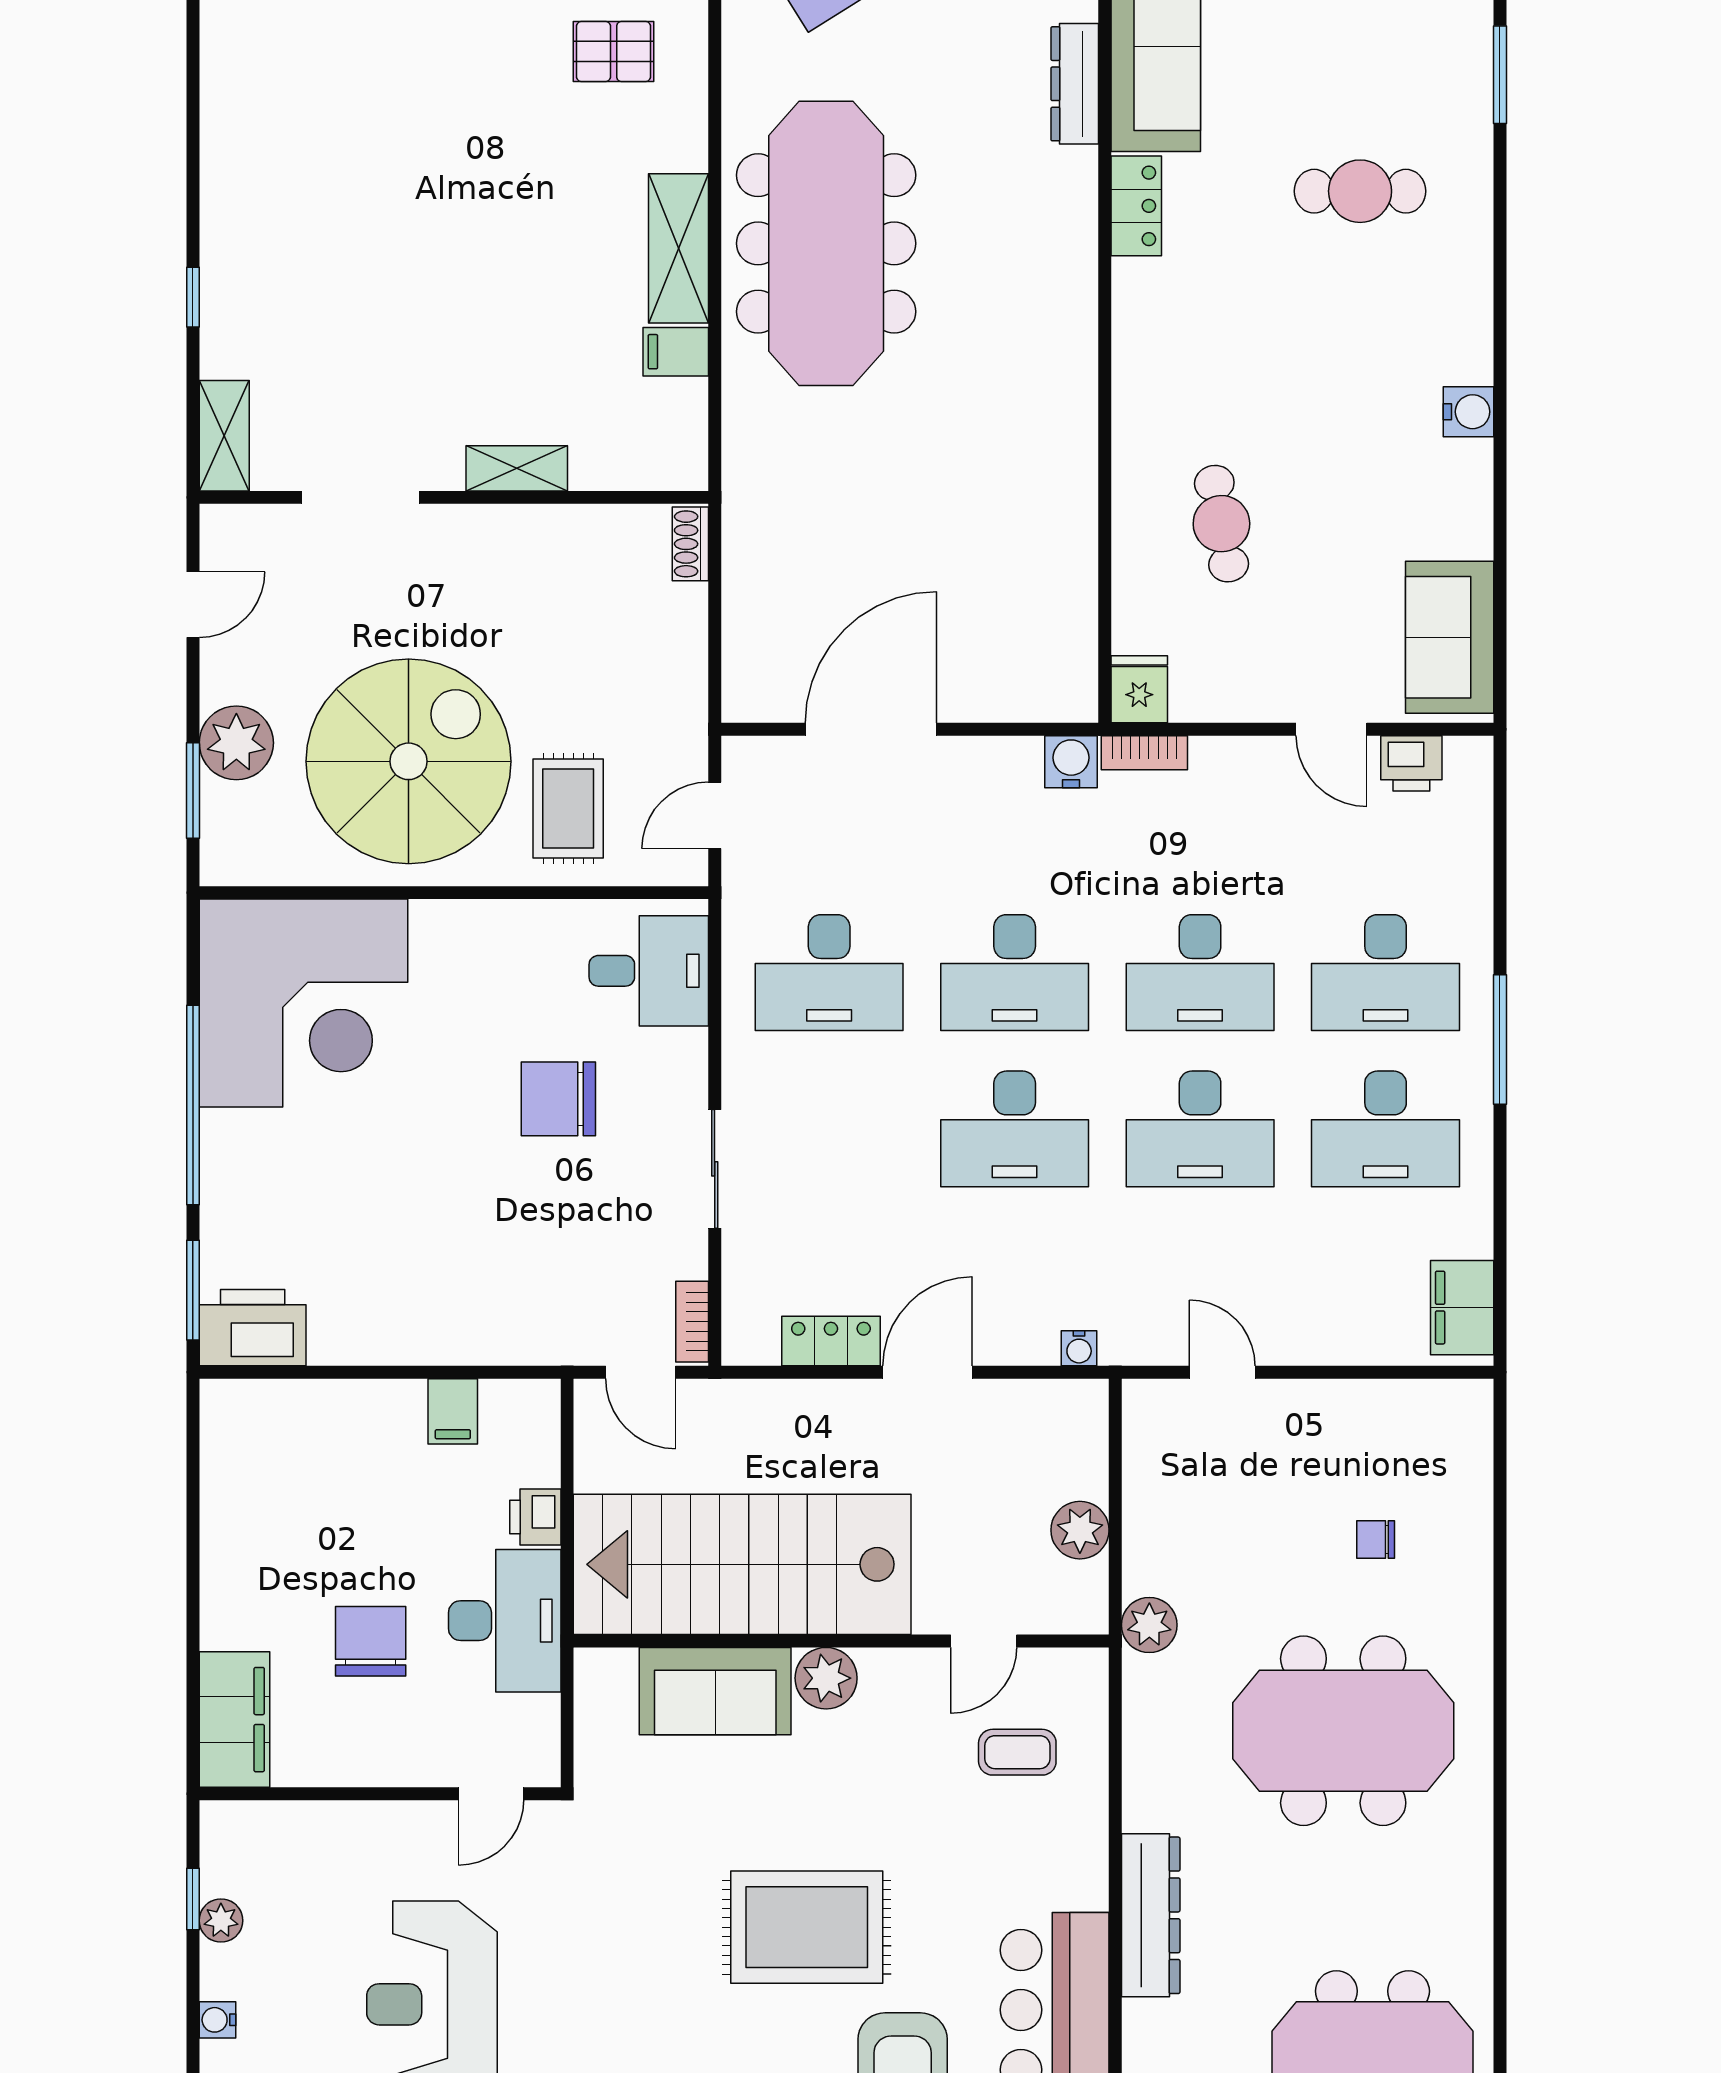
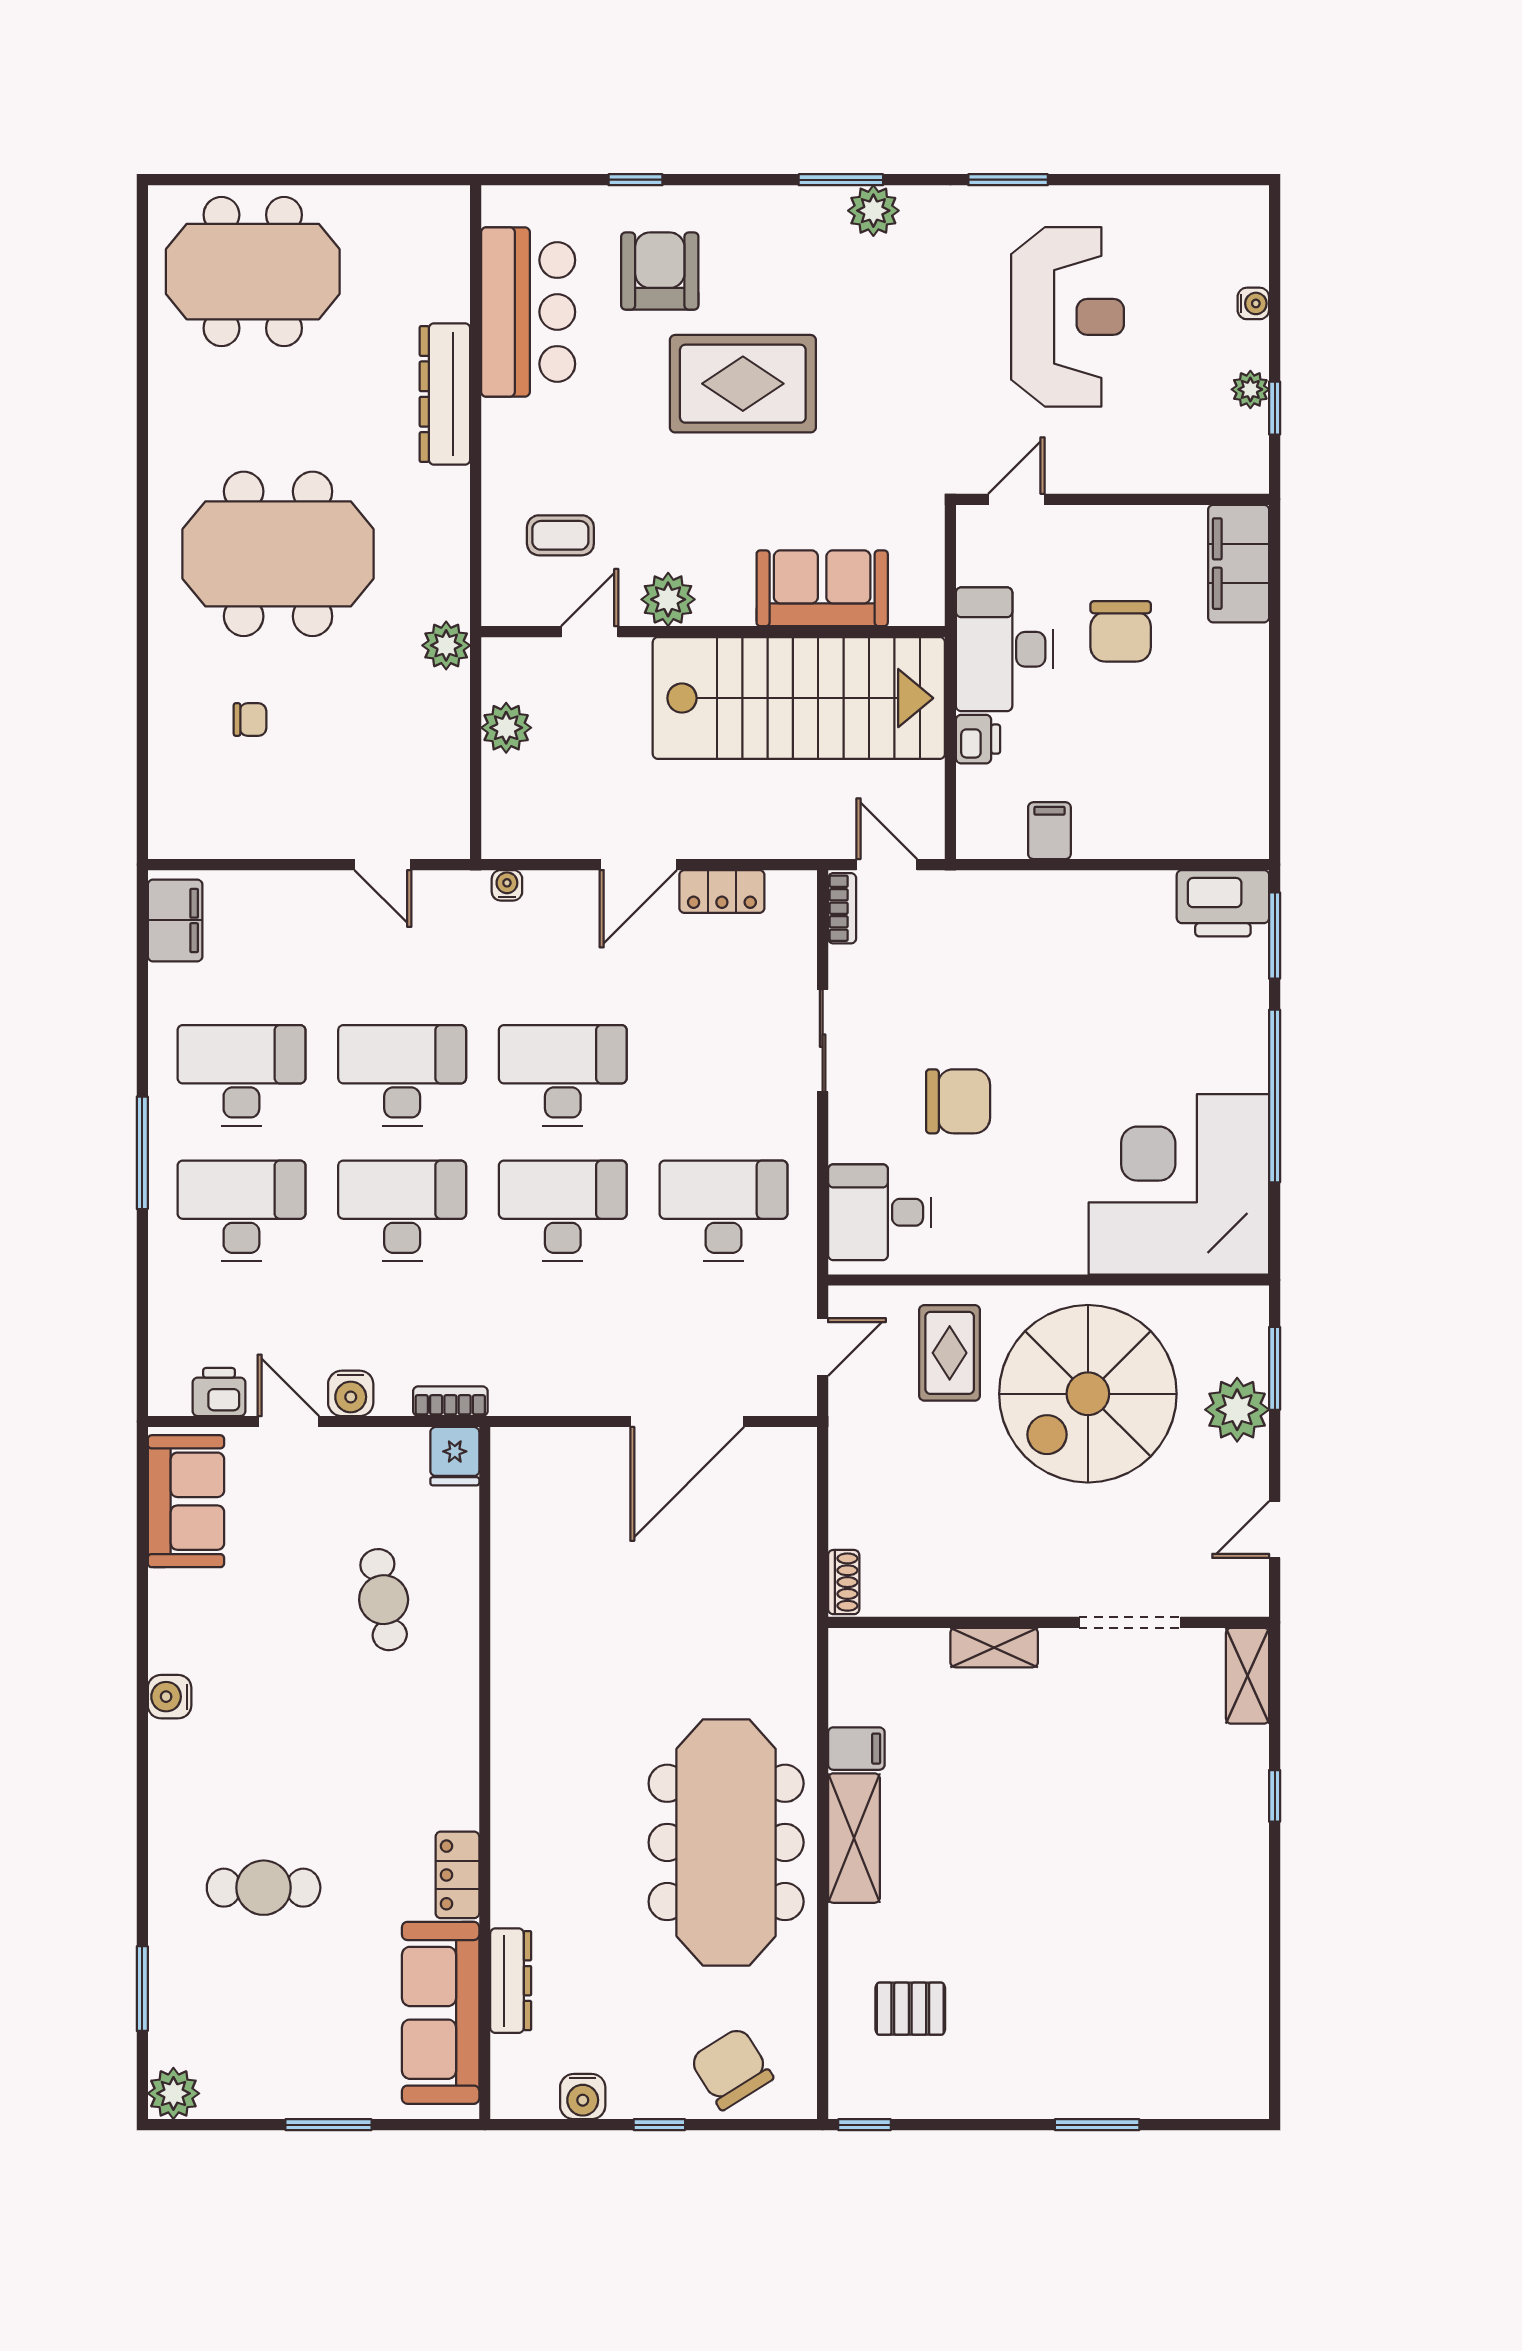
water cooler: (1071, 762) -> (351, 1393), moved
plant: (826, 1678) -> (668, 599), moved

